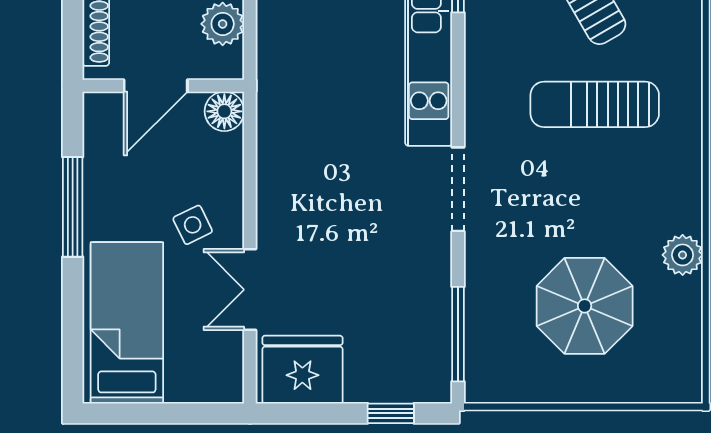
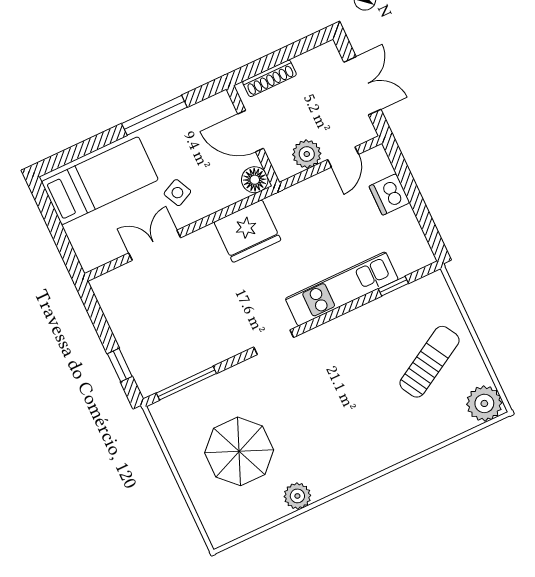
sun lounger: (595, 104) -> (363, 401), removed
doorway: (458, 189) -> (274, 342), width x0.73
fridge: (302, 370) -> (247, 231), moved, turned 90

